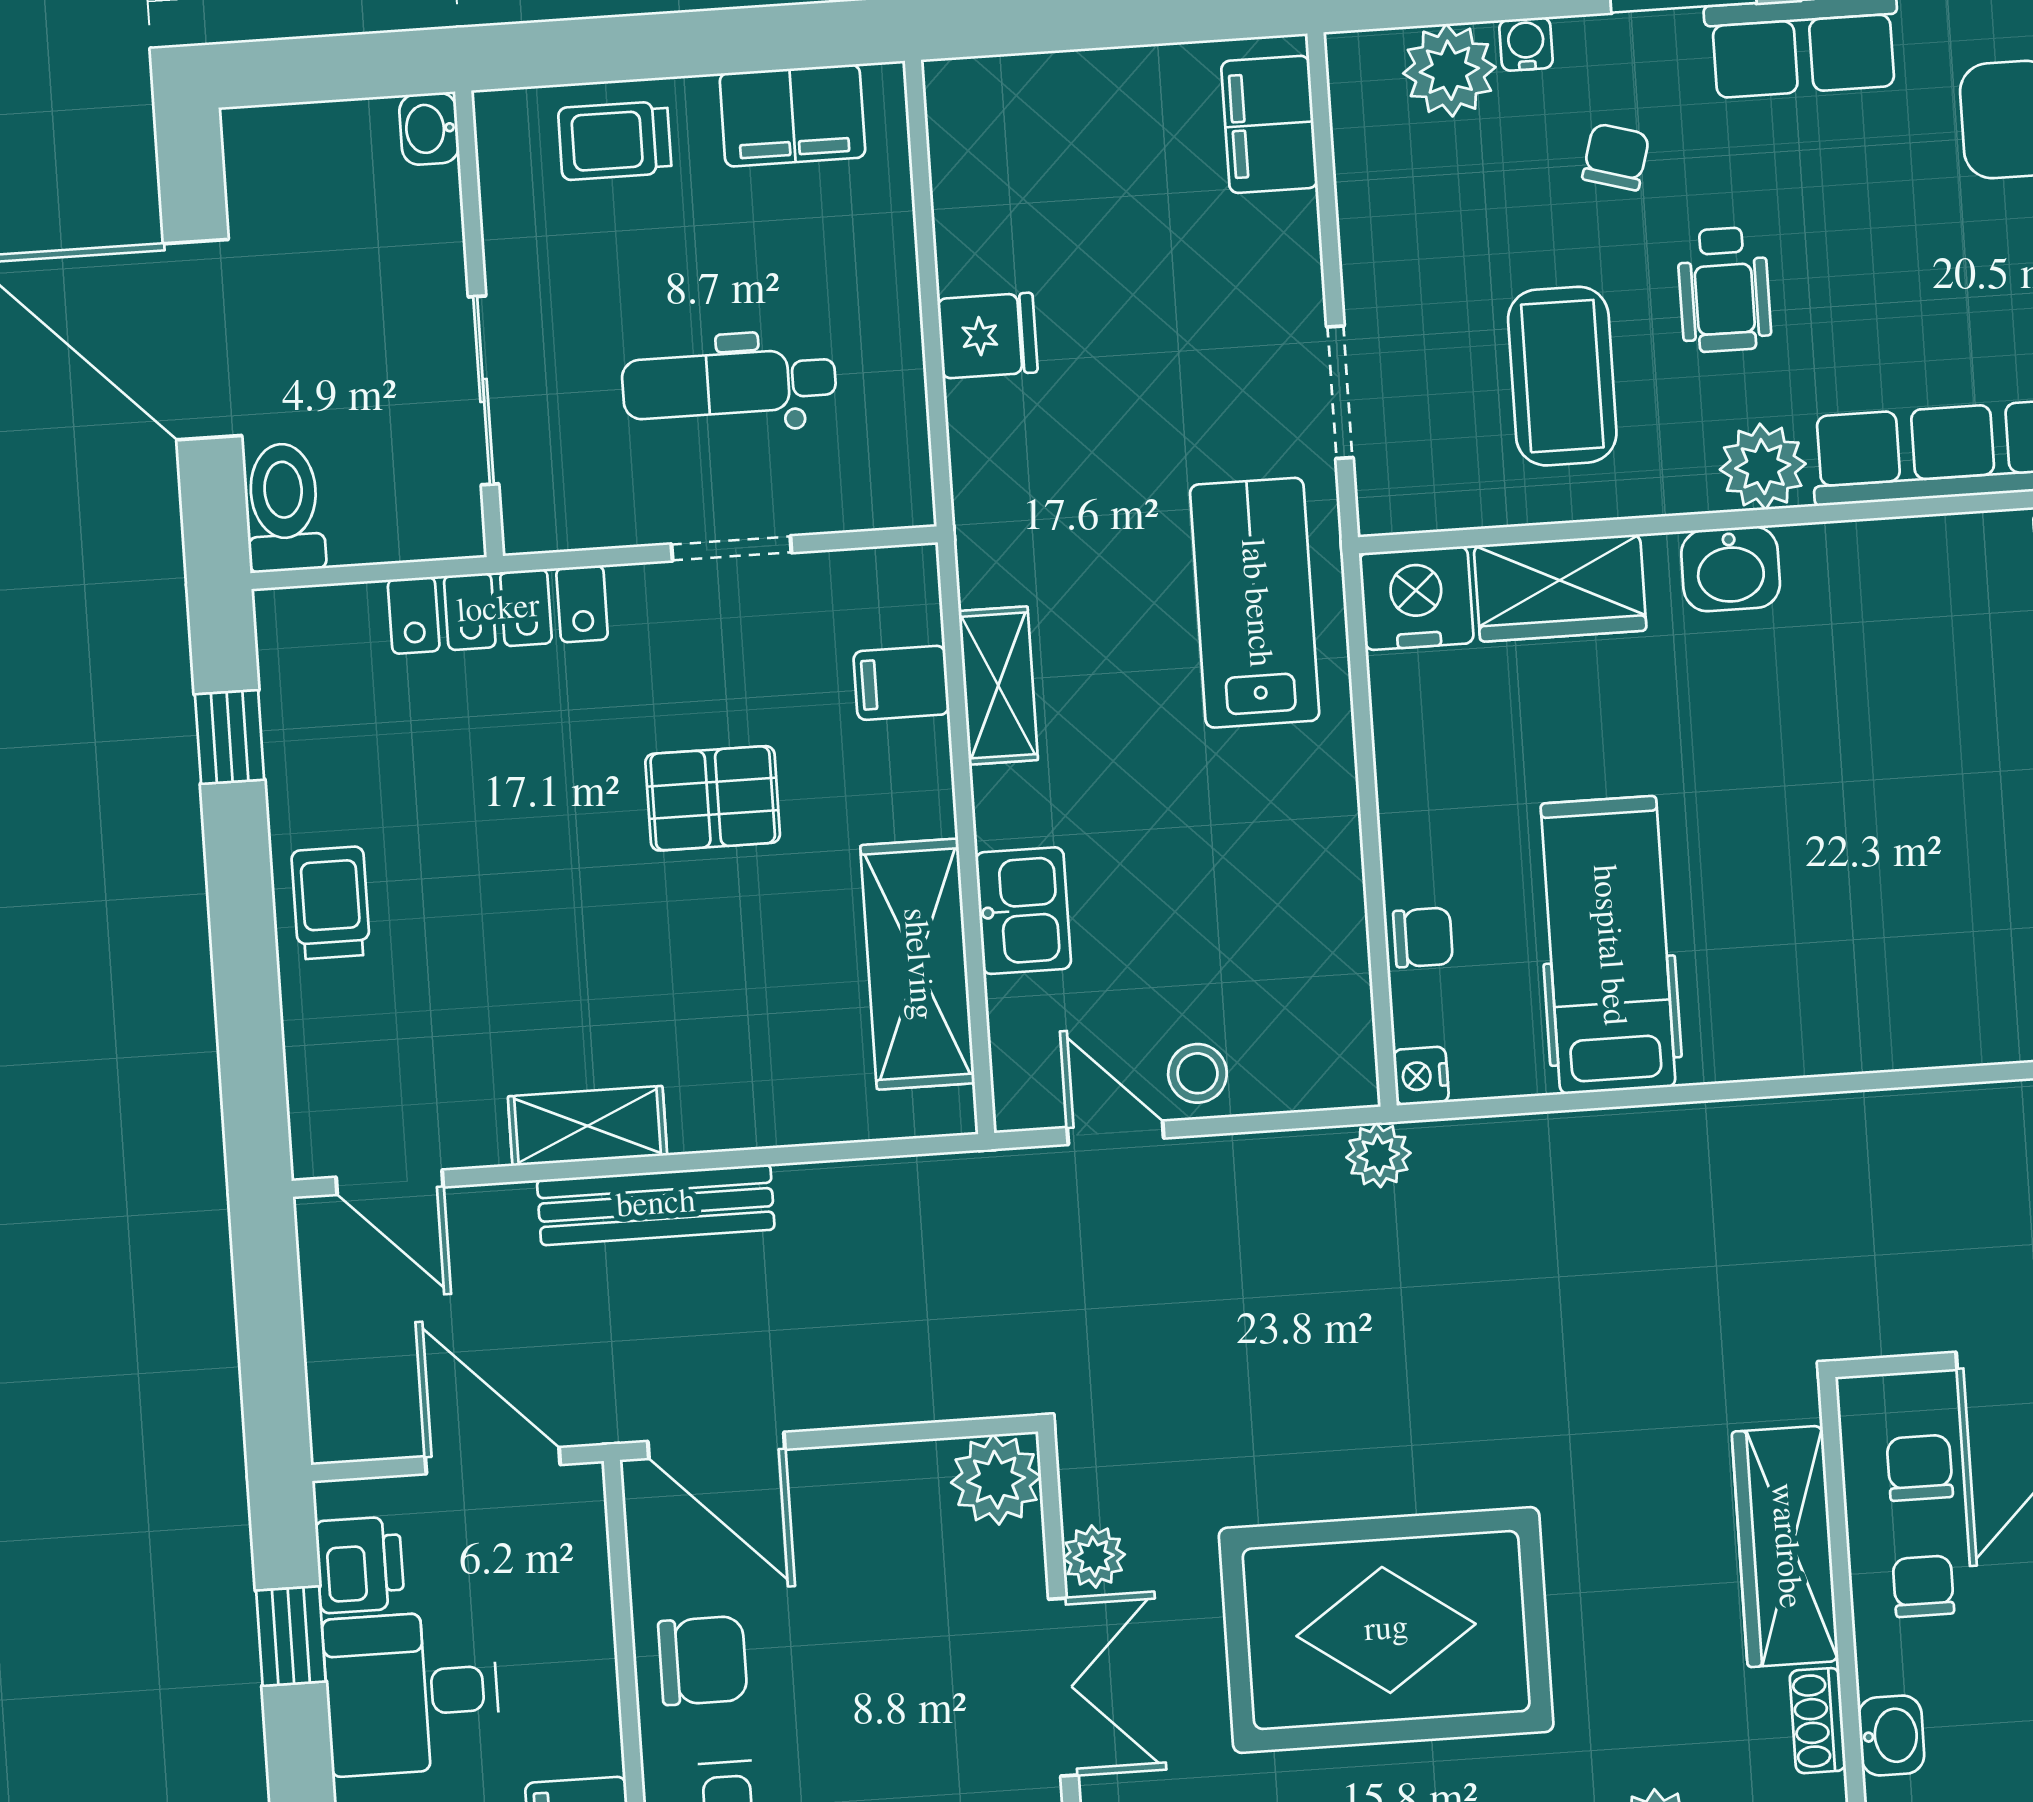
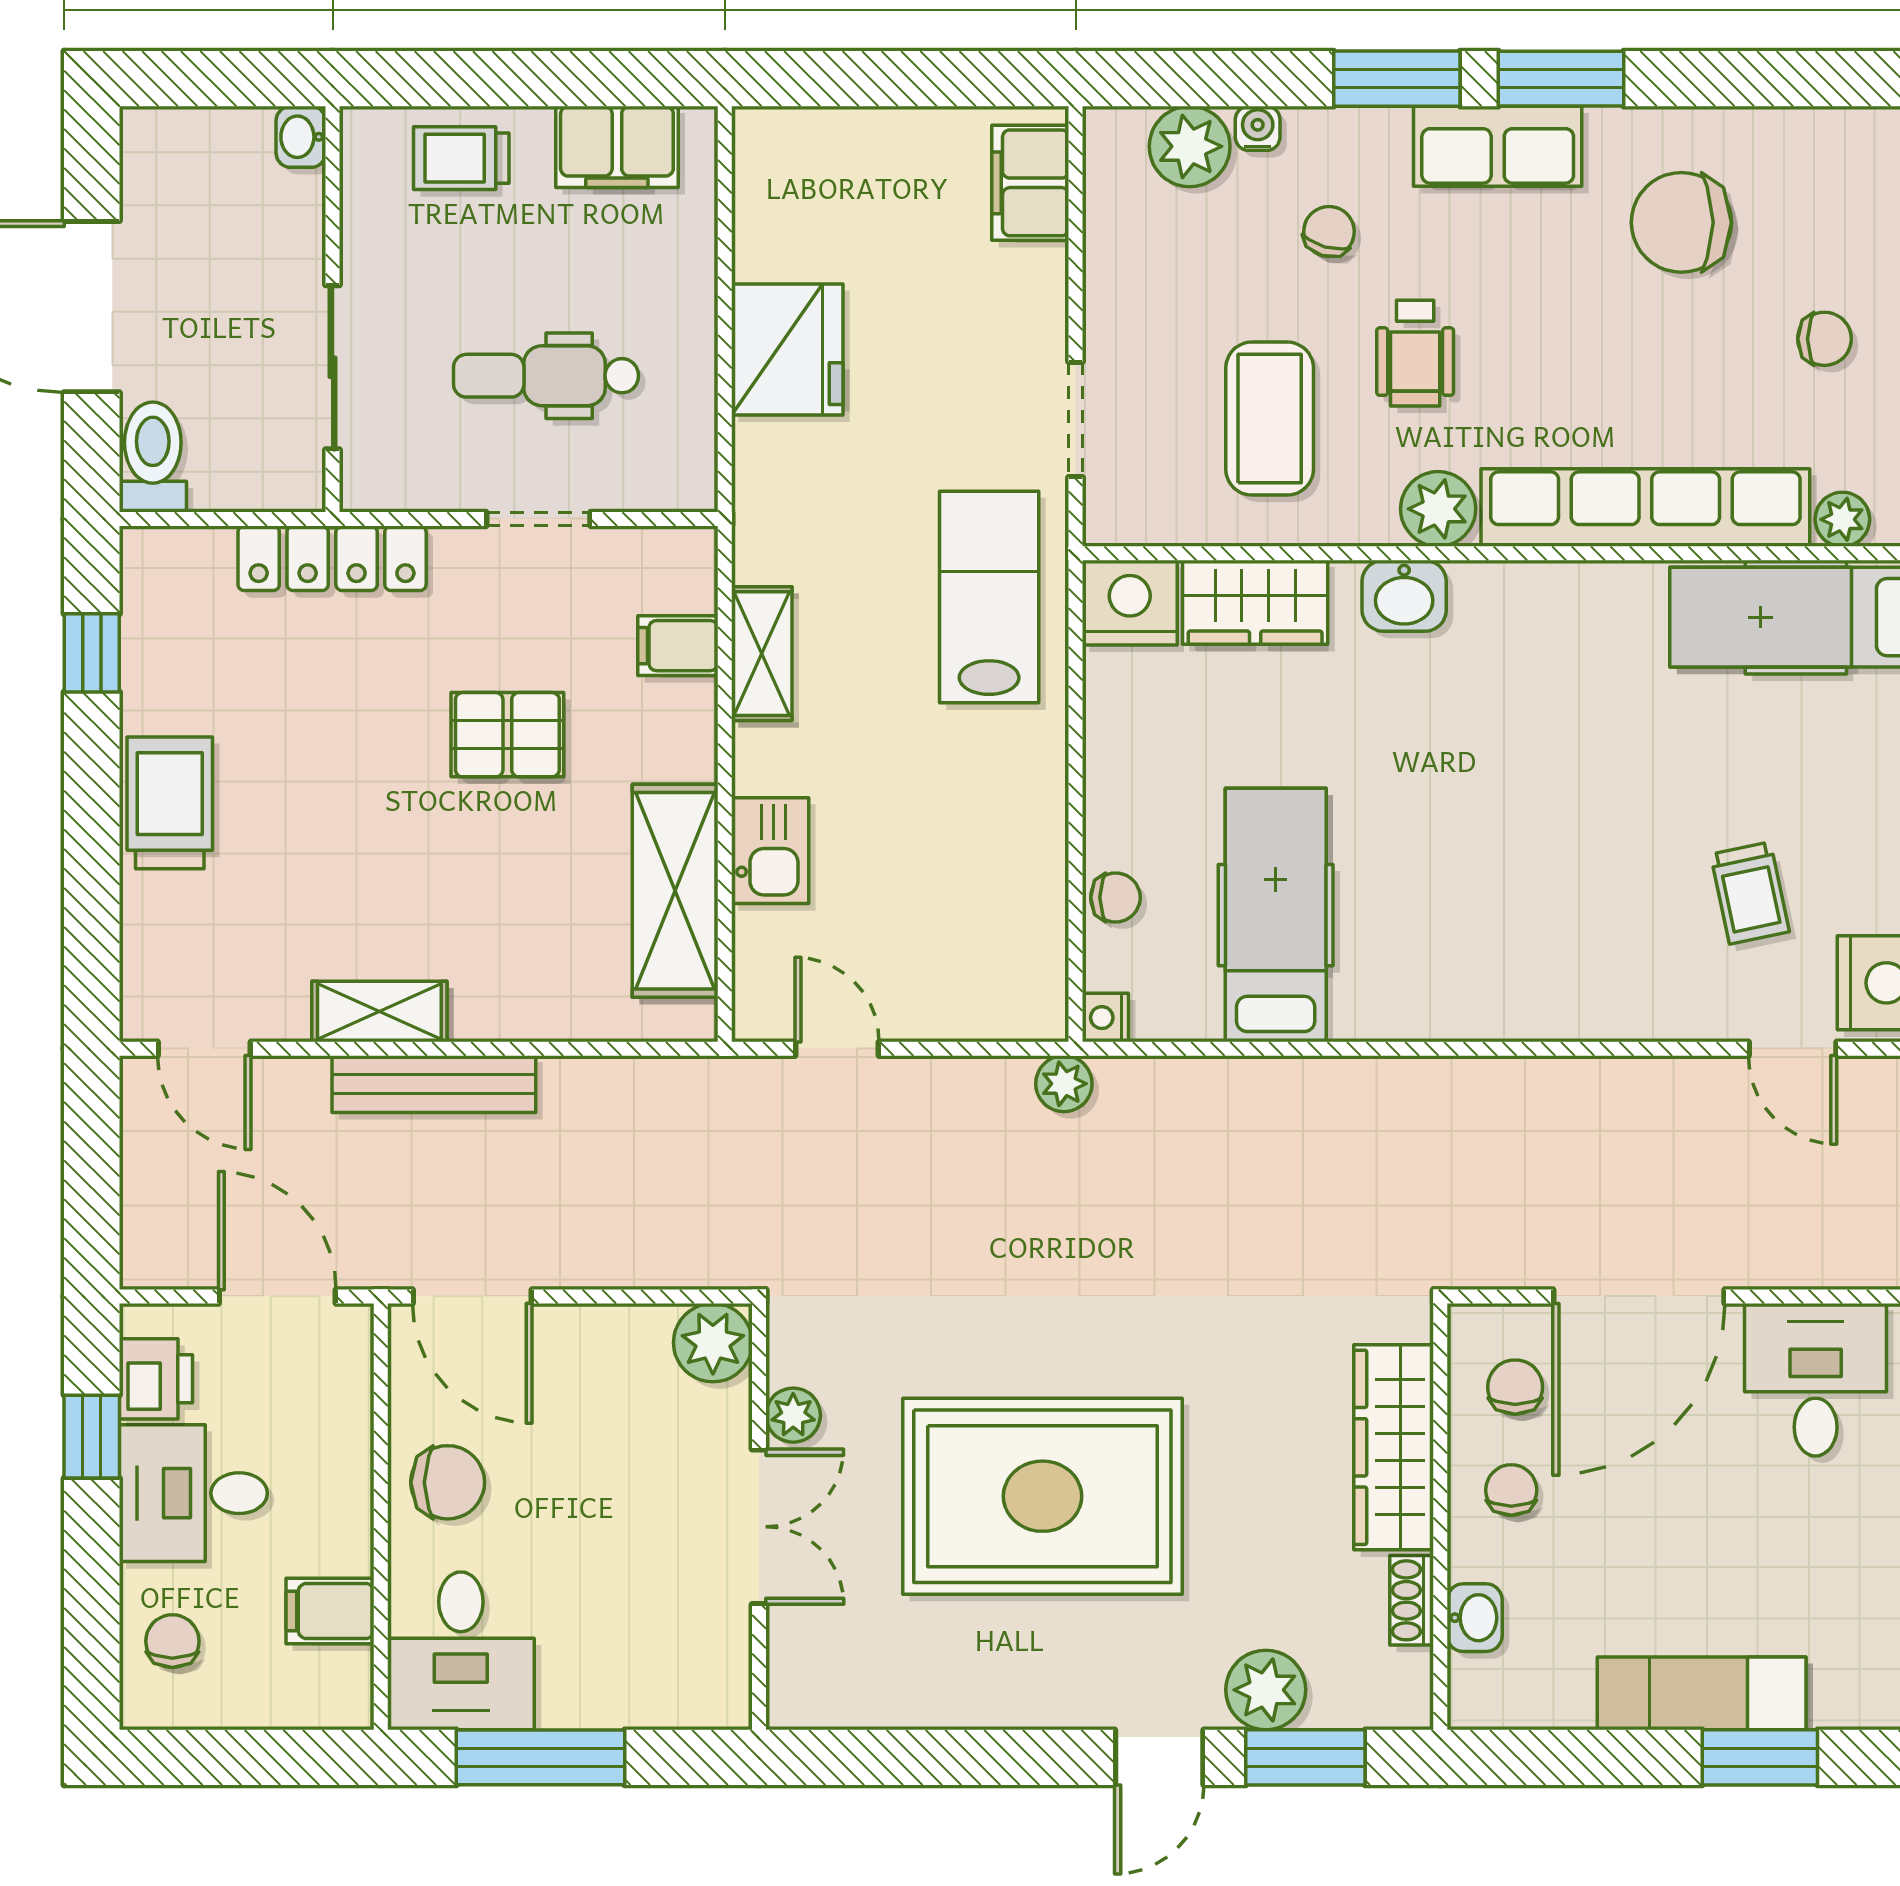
fridge: (987, 336) -> (787, 349), width x1.88, depth x1.34
trolley: (331, 903) -> (170, 803), width x1.36, depth x1.39
stool: (1197, 1073) -> (912, 1002), removed

